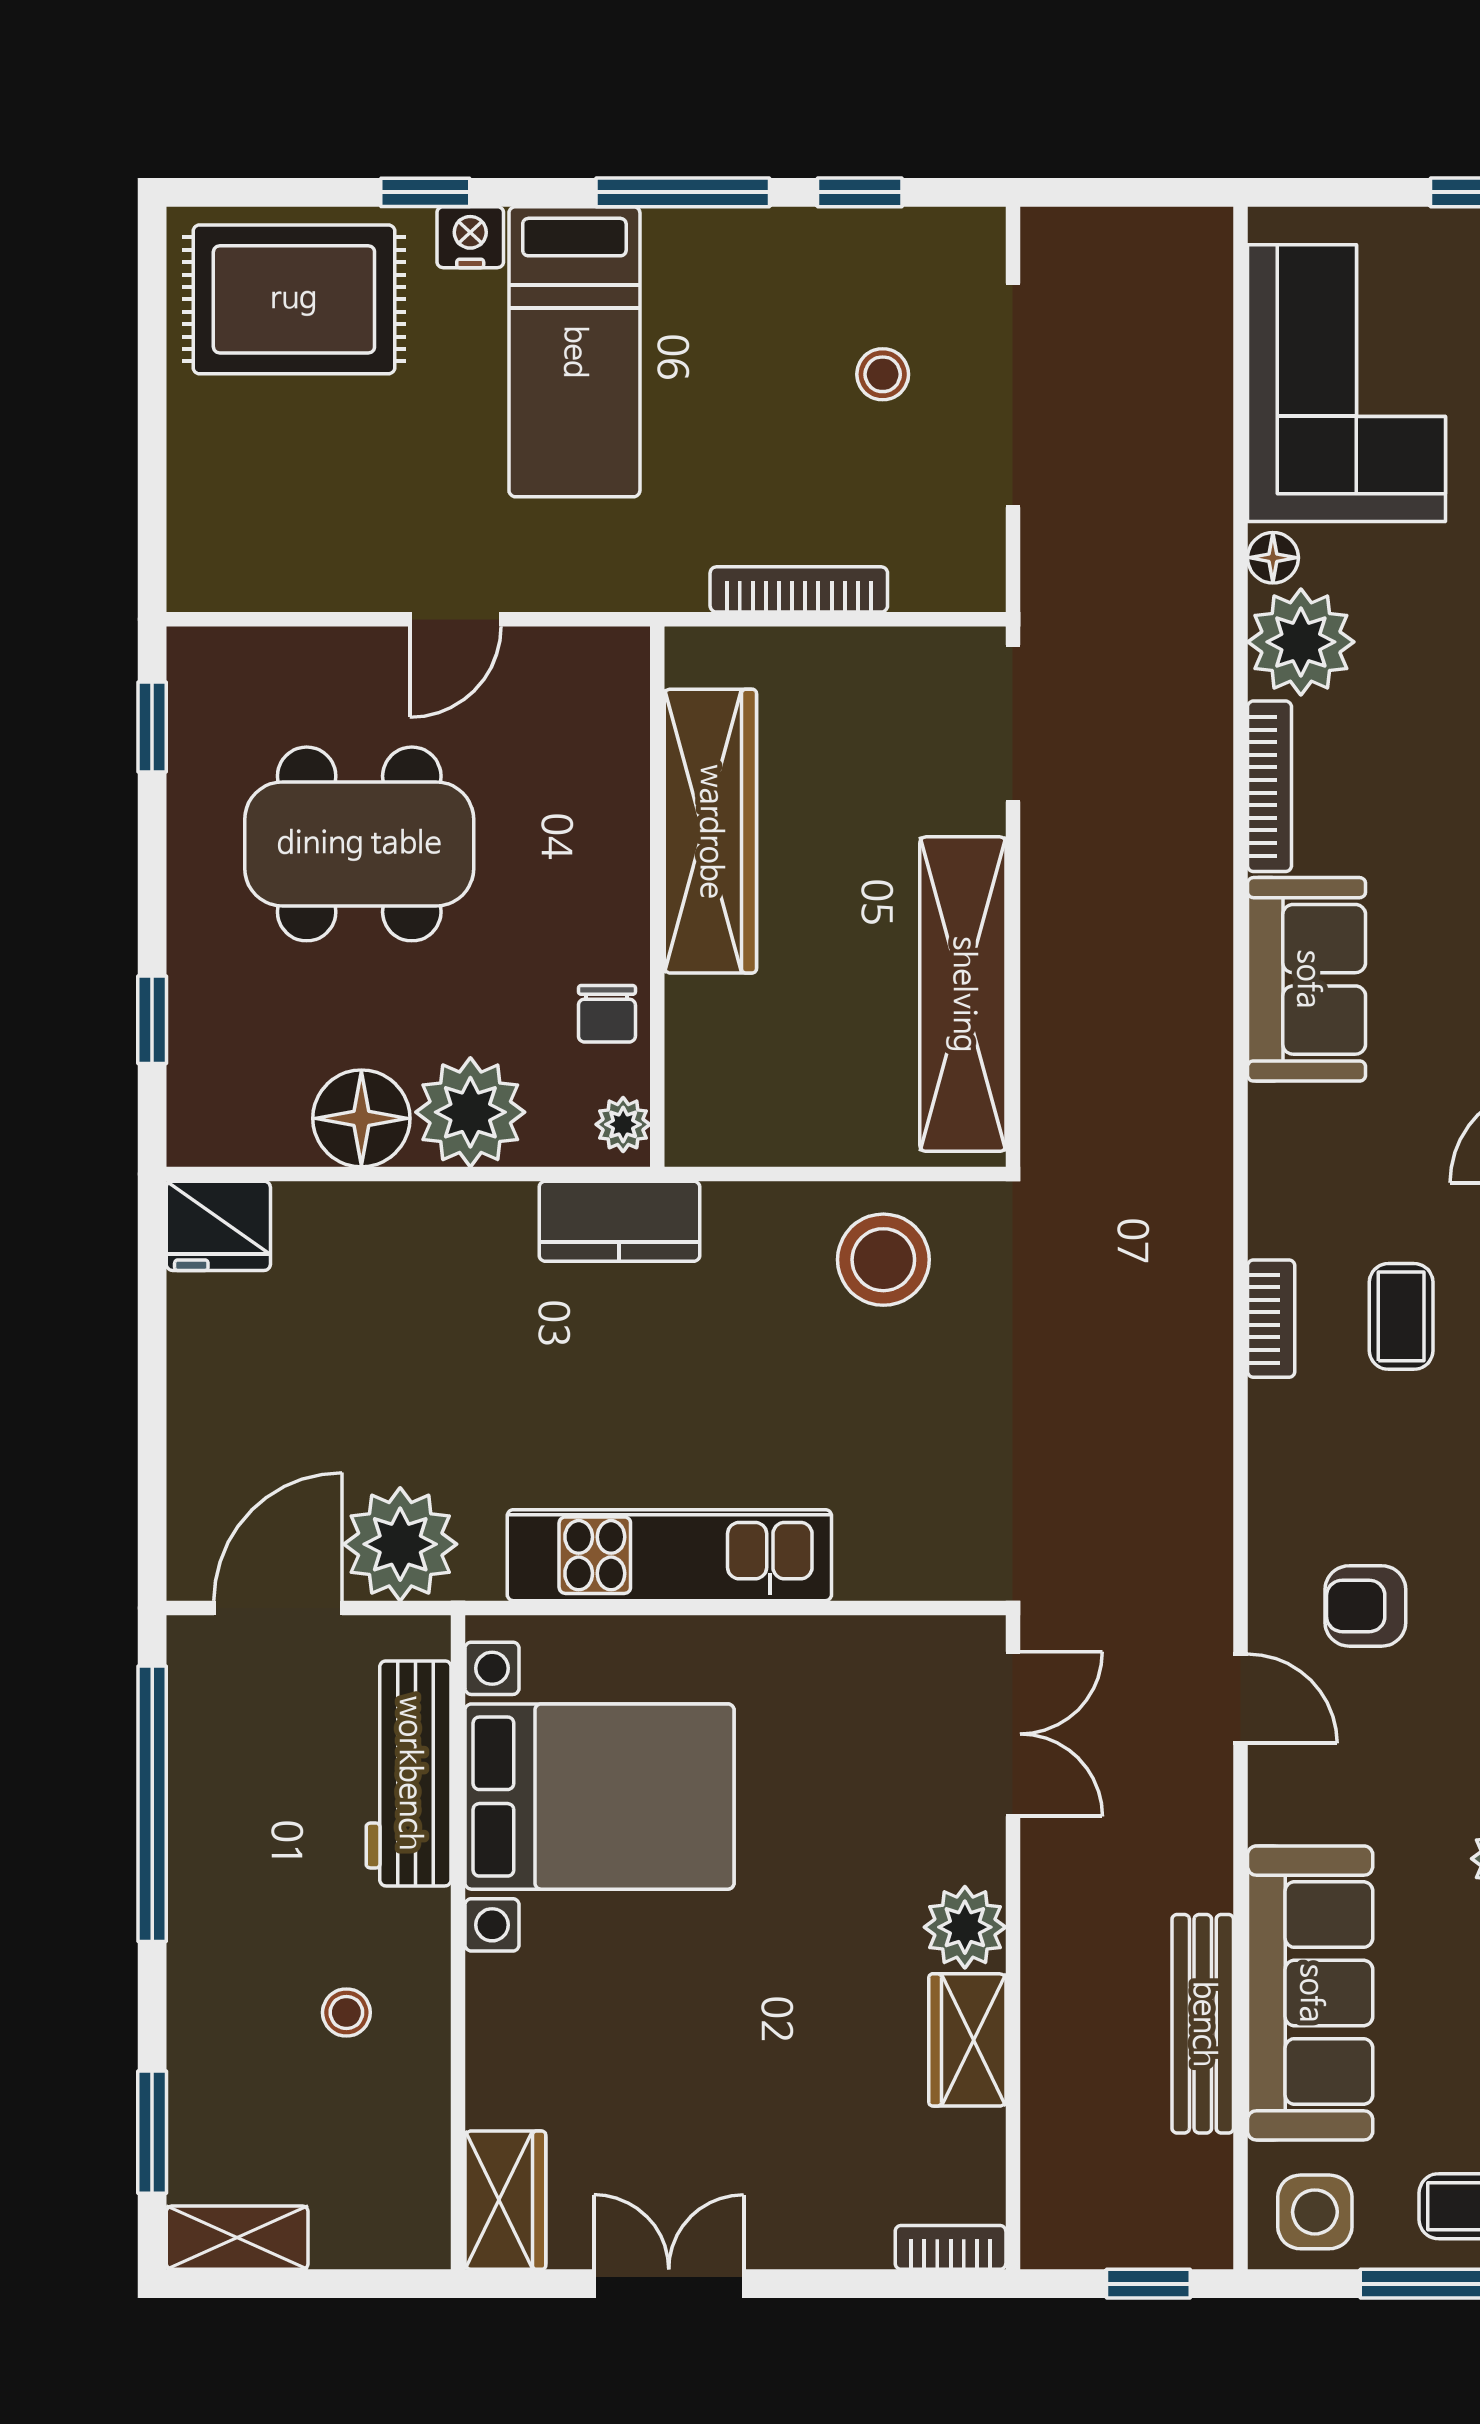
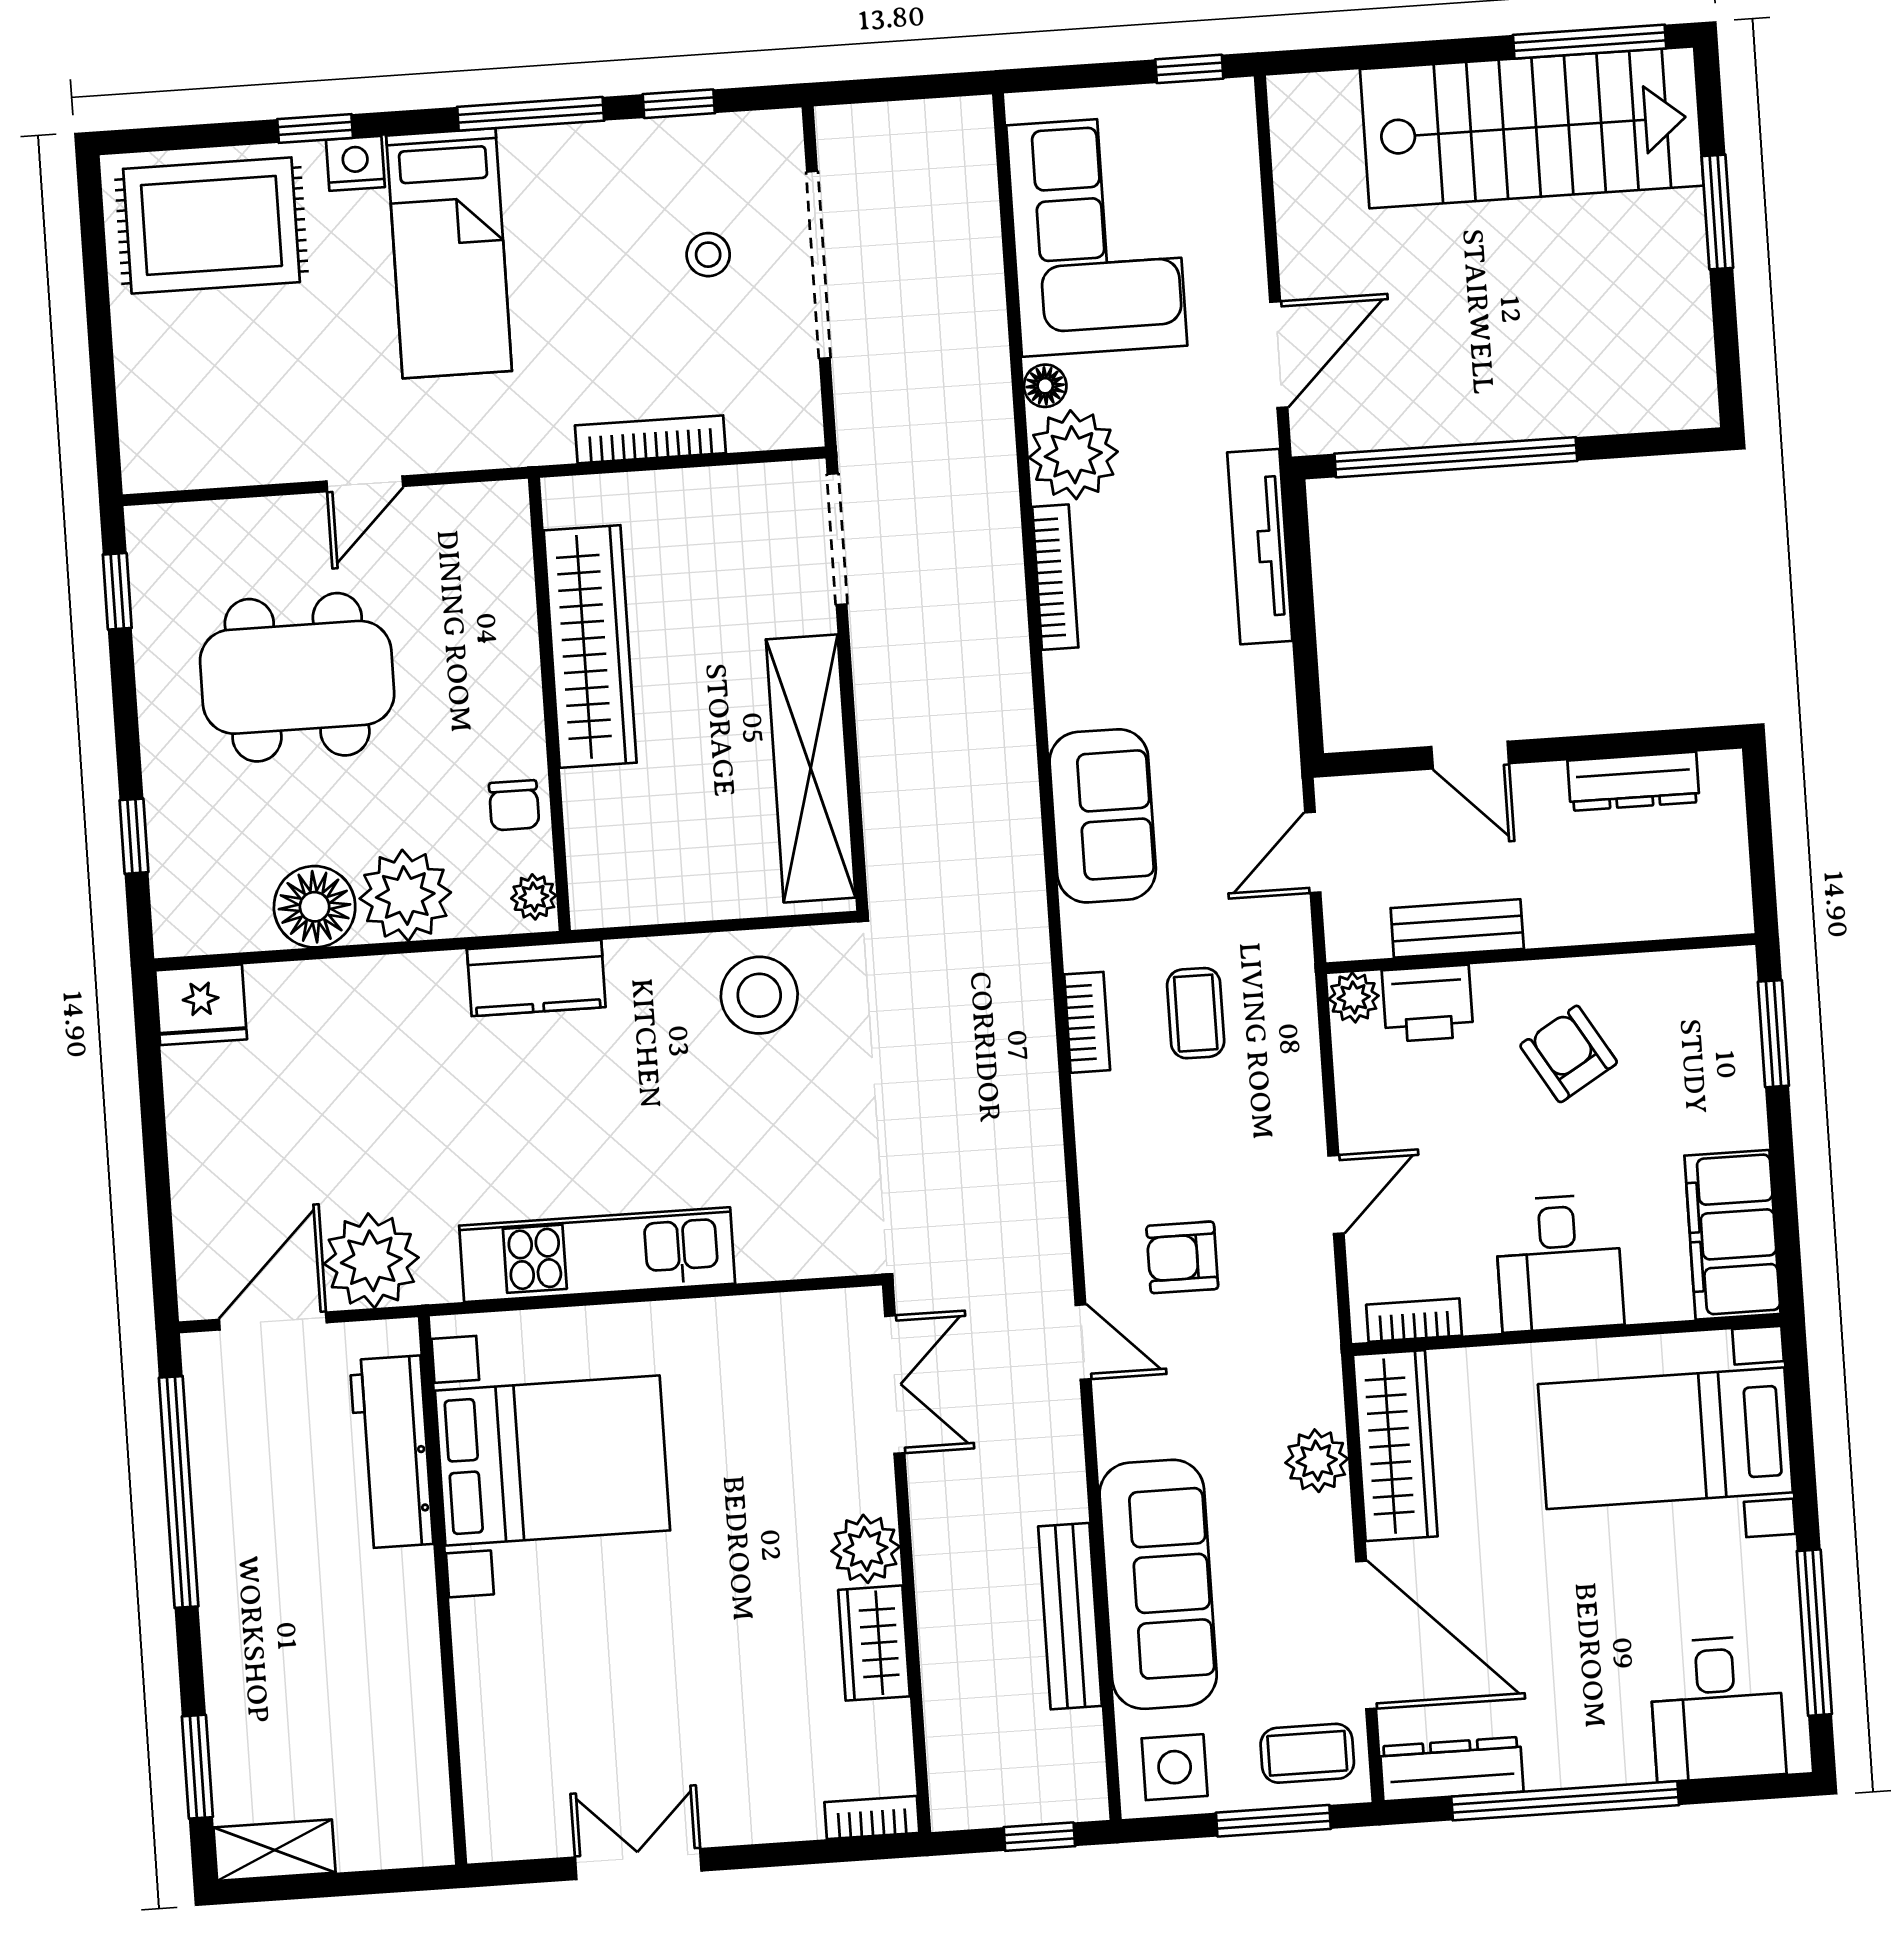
sofa: (1307, 979) -> (1103, 816), moved
stool: (346, 2012) -> (353, 1656), removed
wardrobe: (505, 2200) -> (497, 1803), removed

